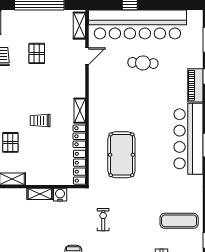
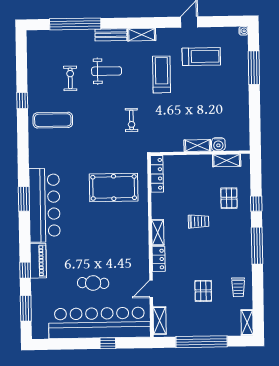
locker: (79, 136) -> (159, 259), moved
pool table: (121, 155) -> (114, 187), turned 90
water cooler: (60, 195) -> (218, 144), moved

